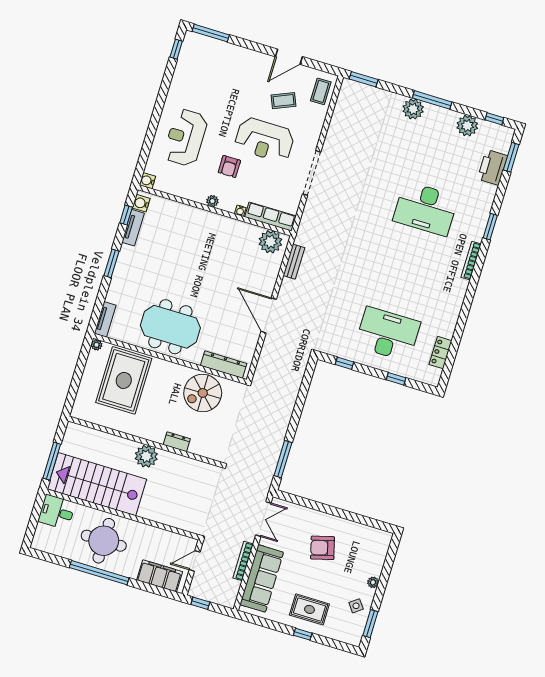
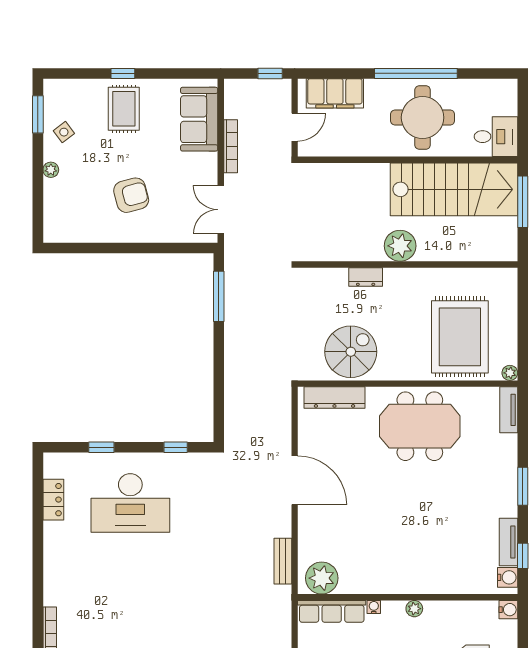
sofa: (262, 578) -> (199, 119), width x0.73
rug: (309, 609) -> (124, 109), turned 90

